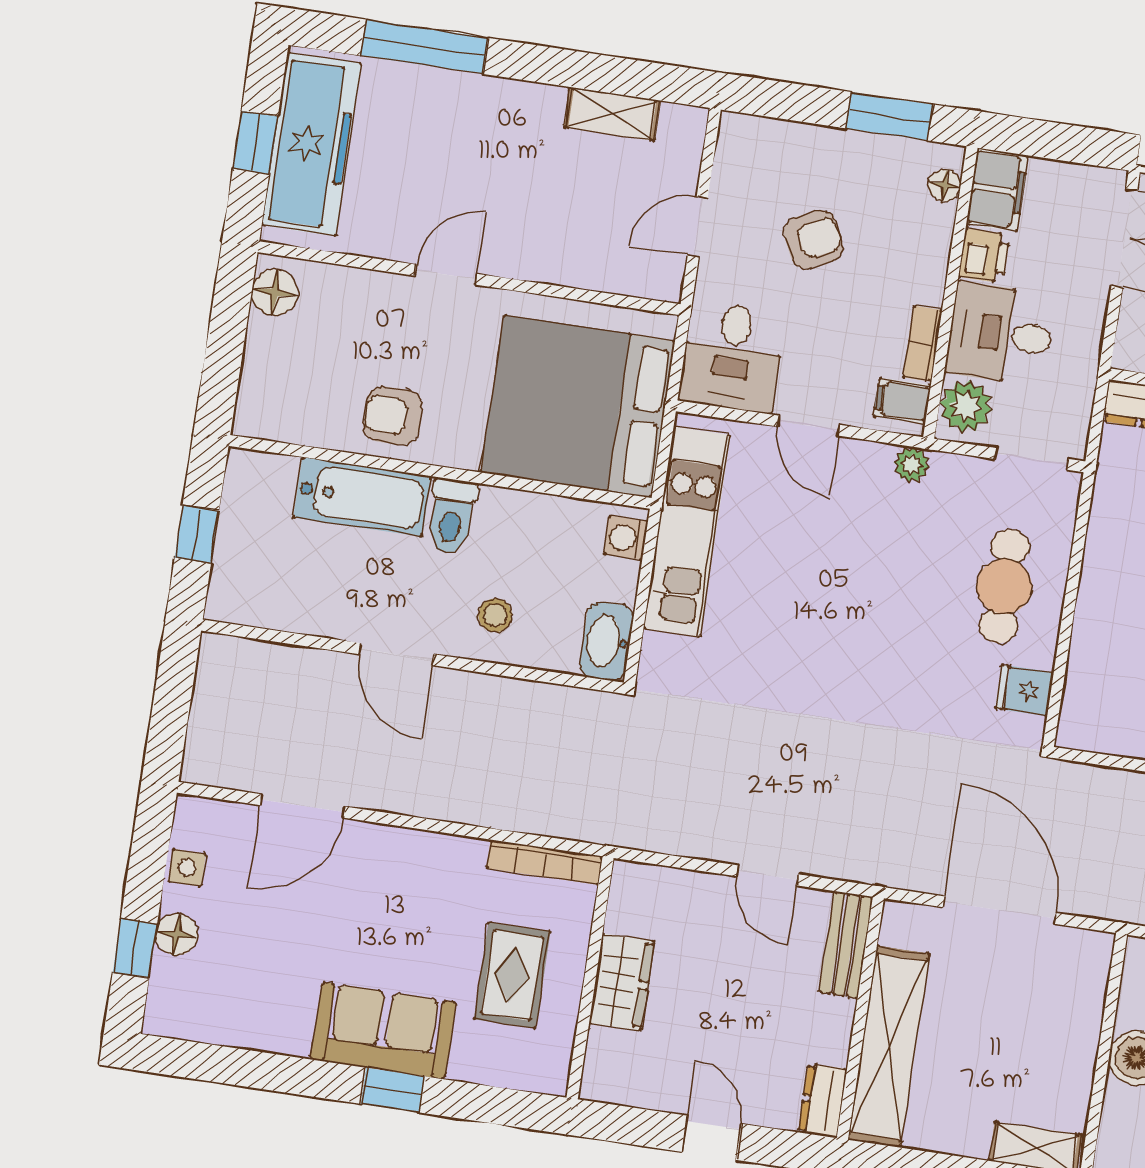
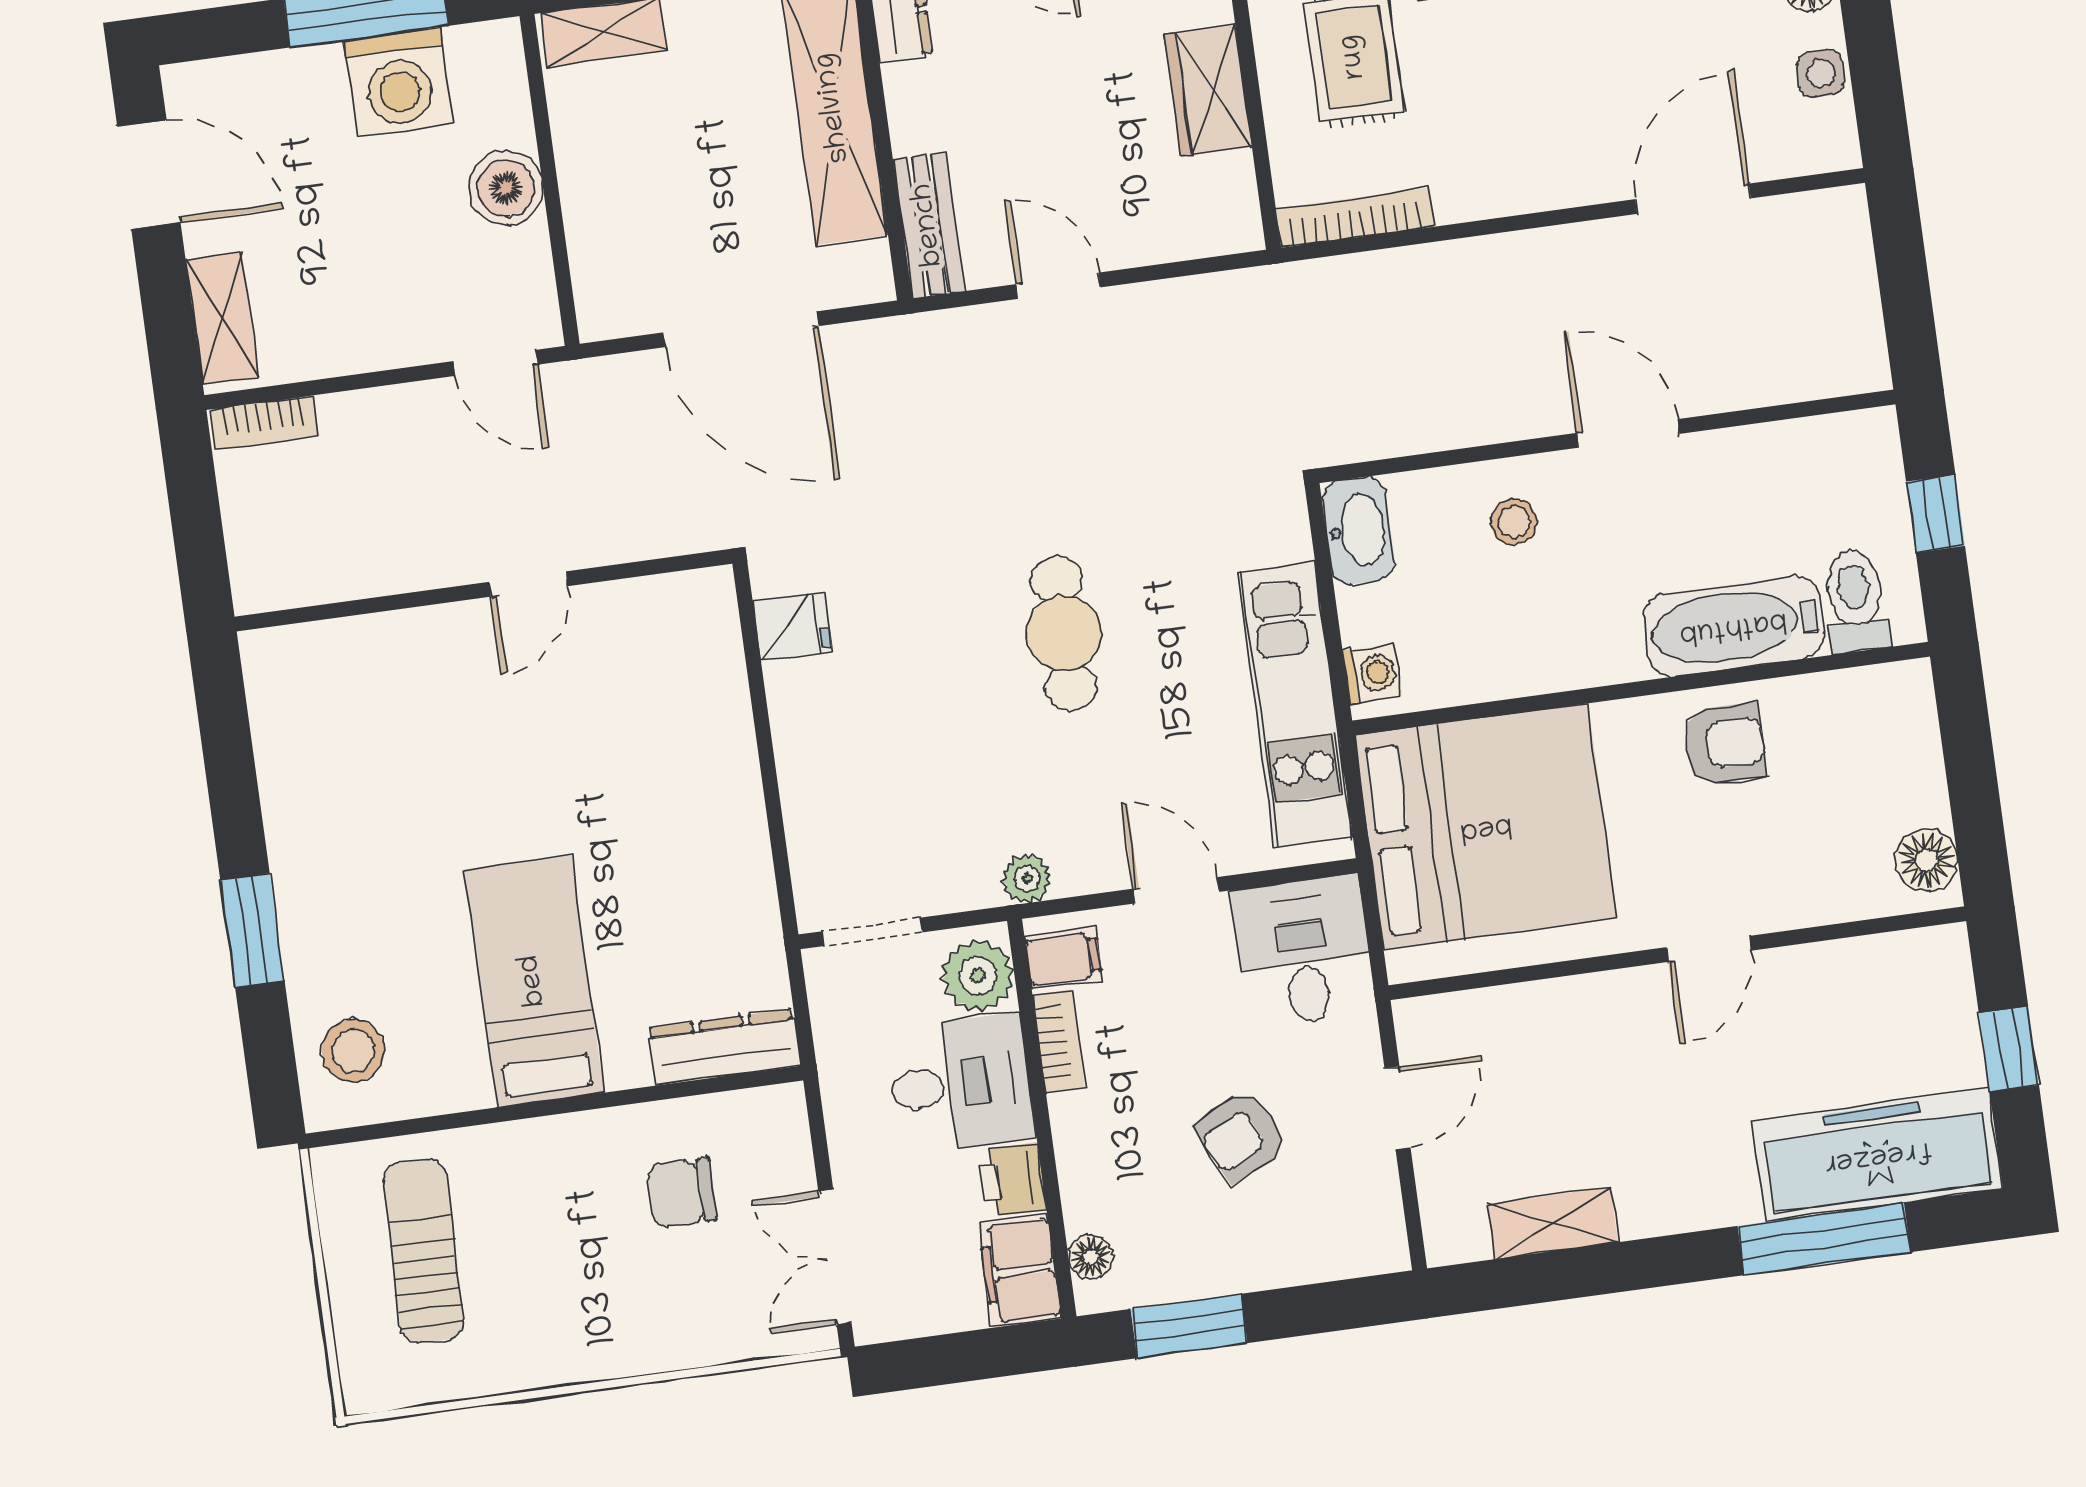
freezer: (312, 144) -> (1878, 1155), moved, turned 90
toilet: (451, 517) -> (1855, 601), moved
cafe table: (1004, 586) -> (1064, 633), moved

